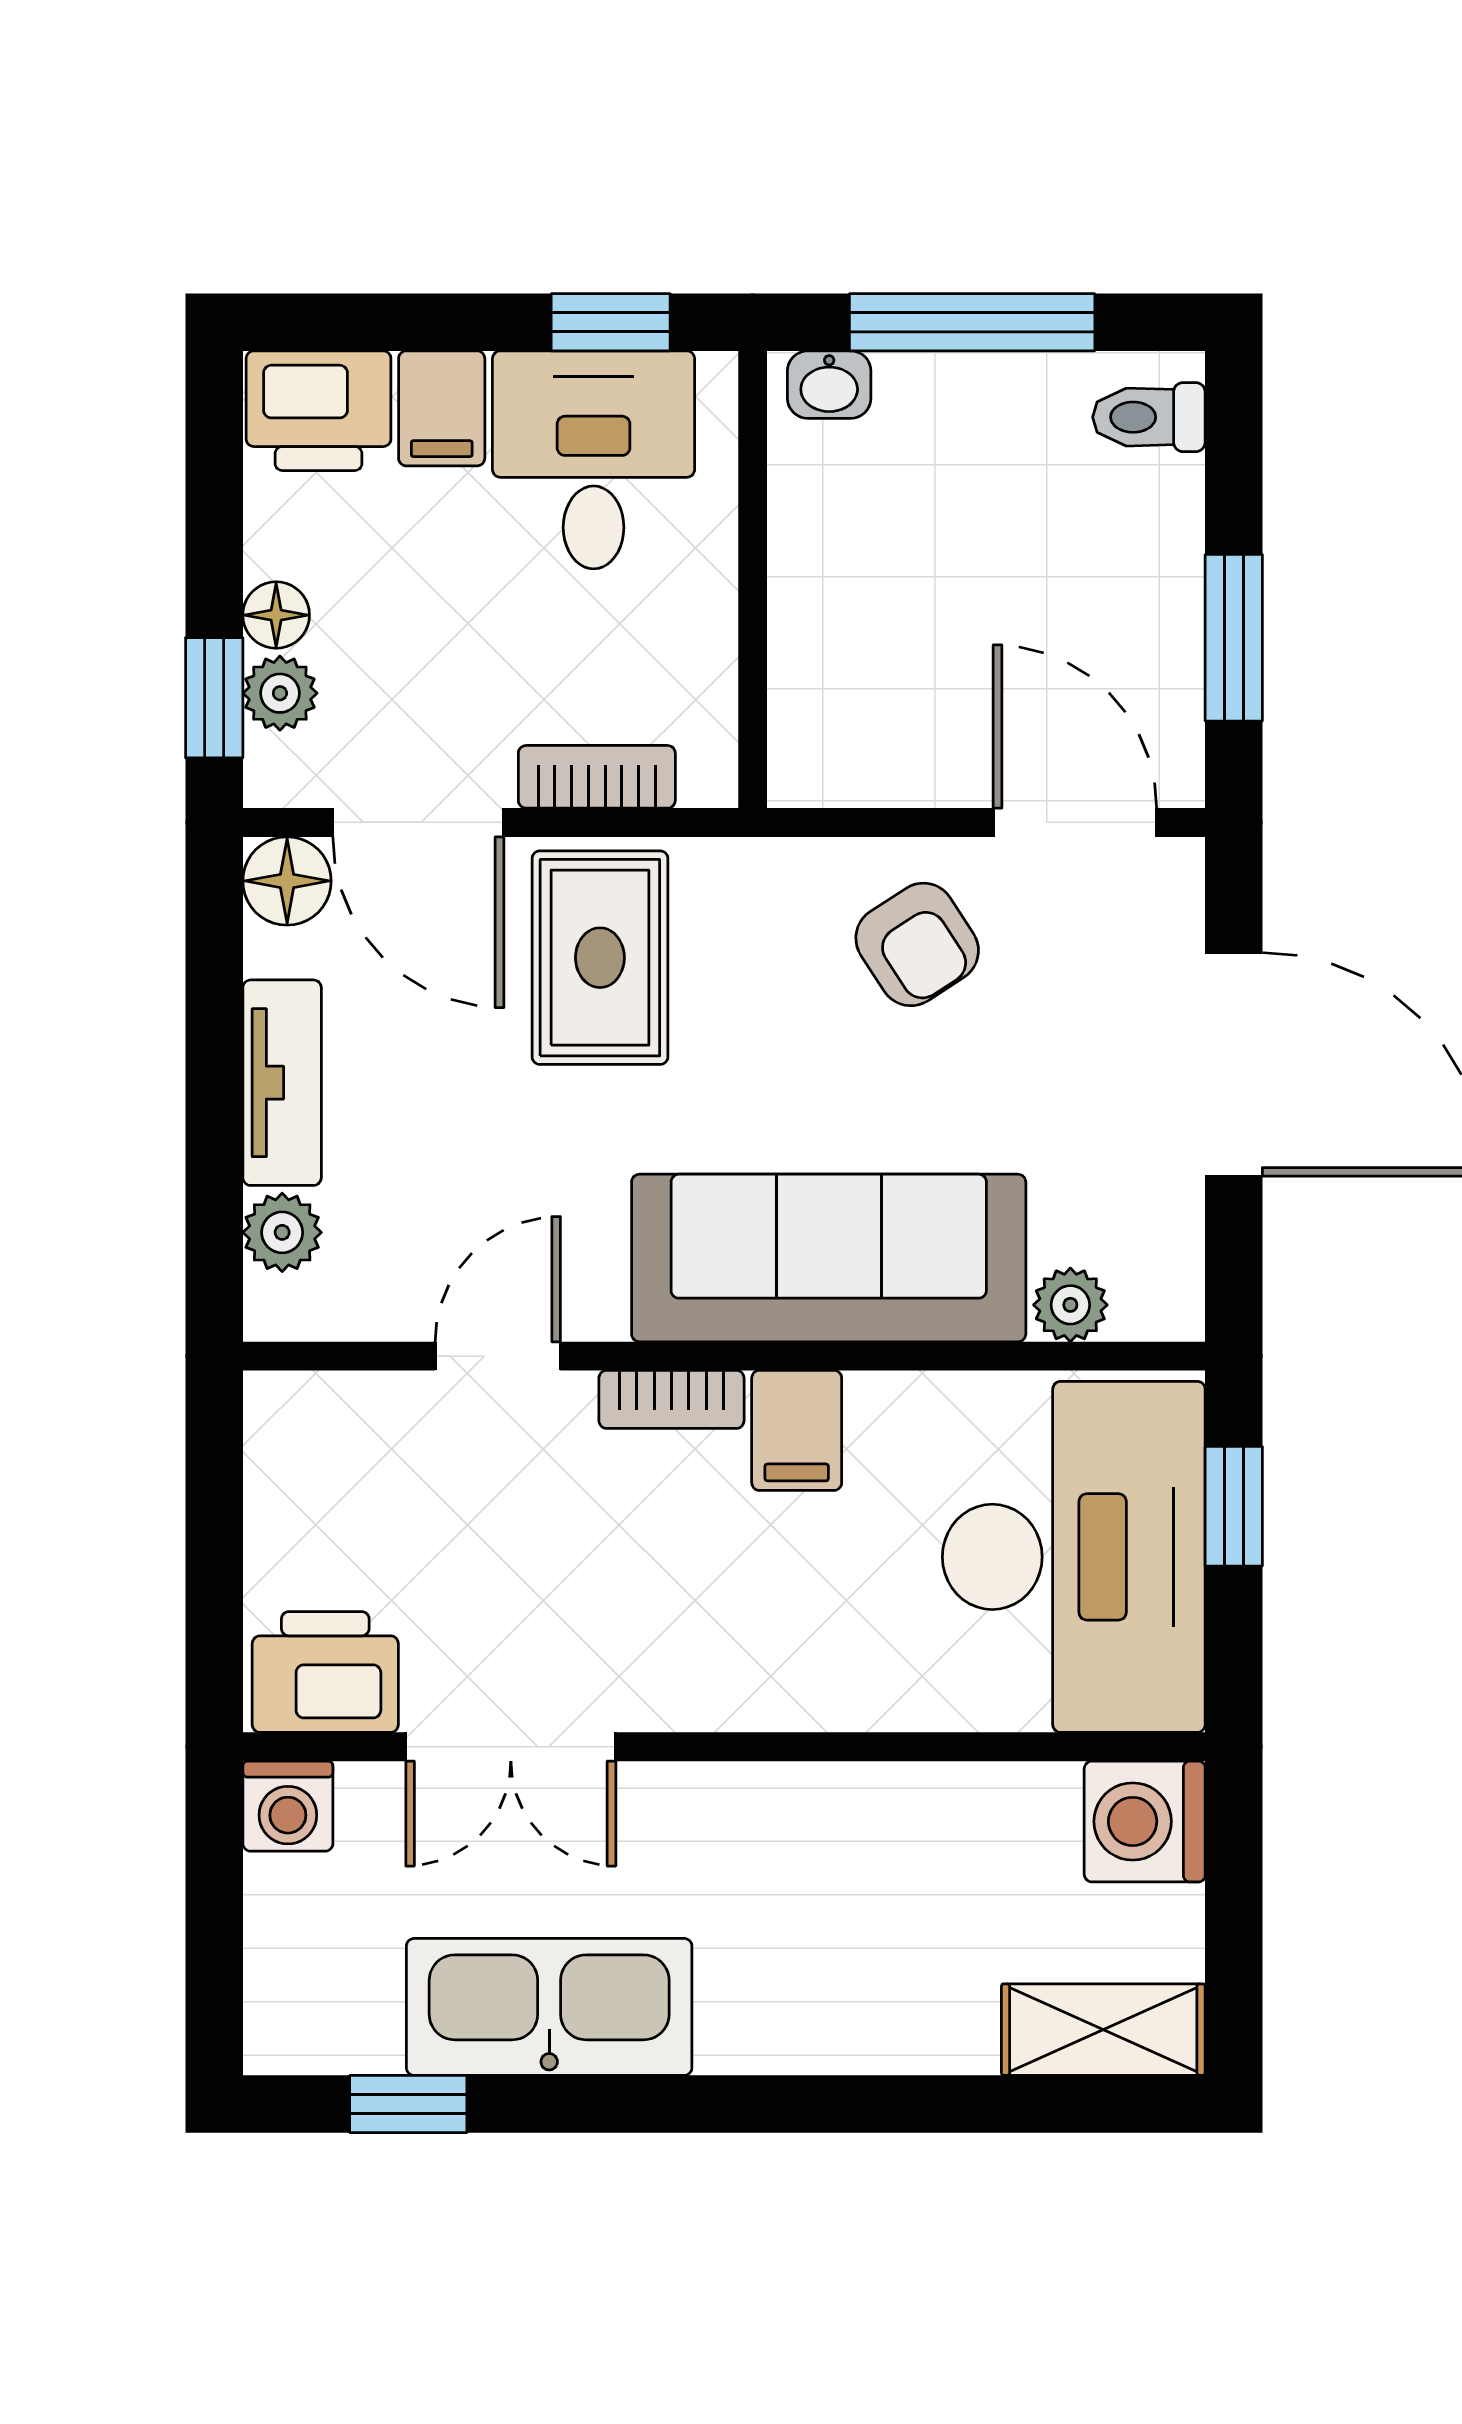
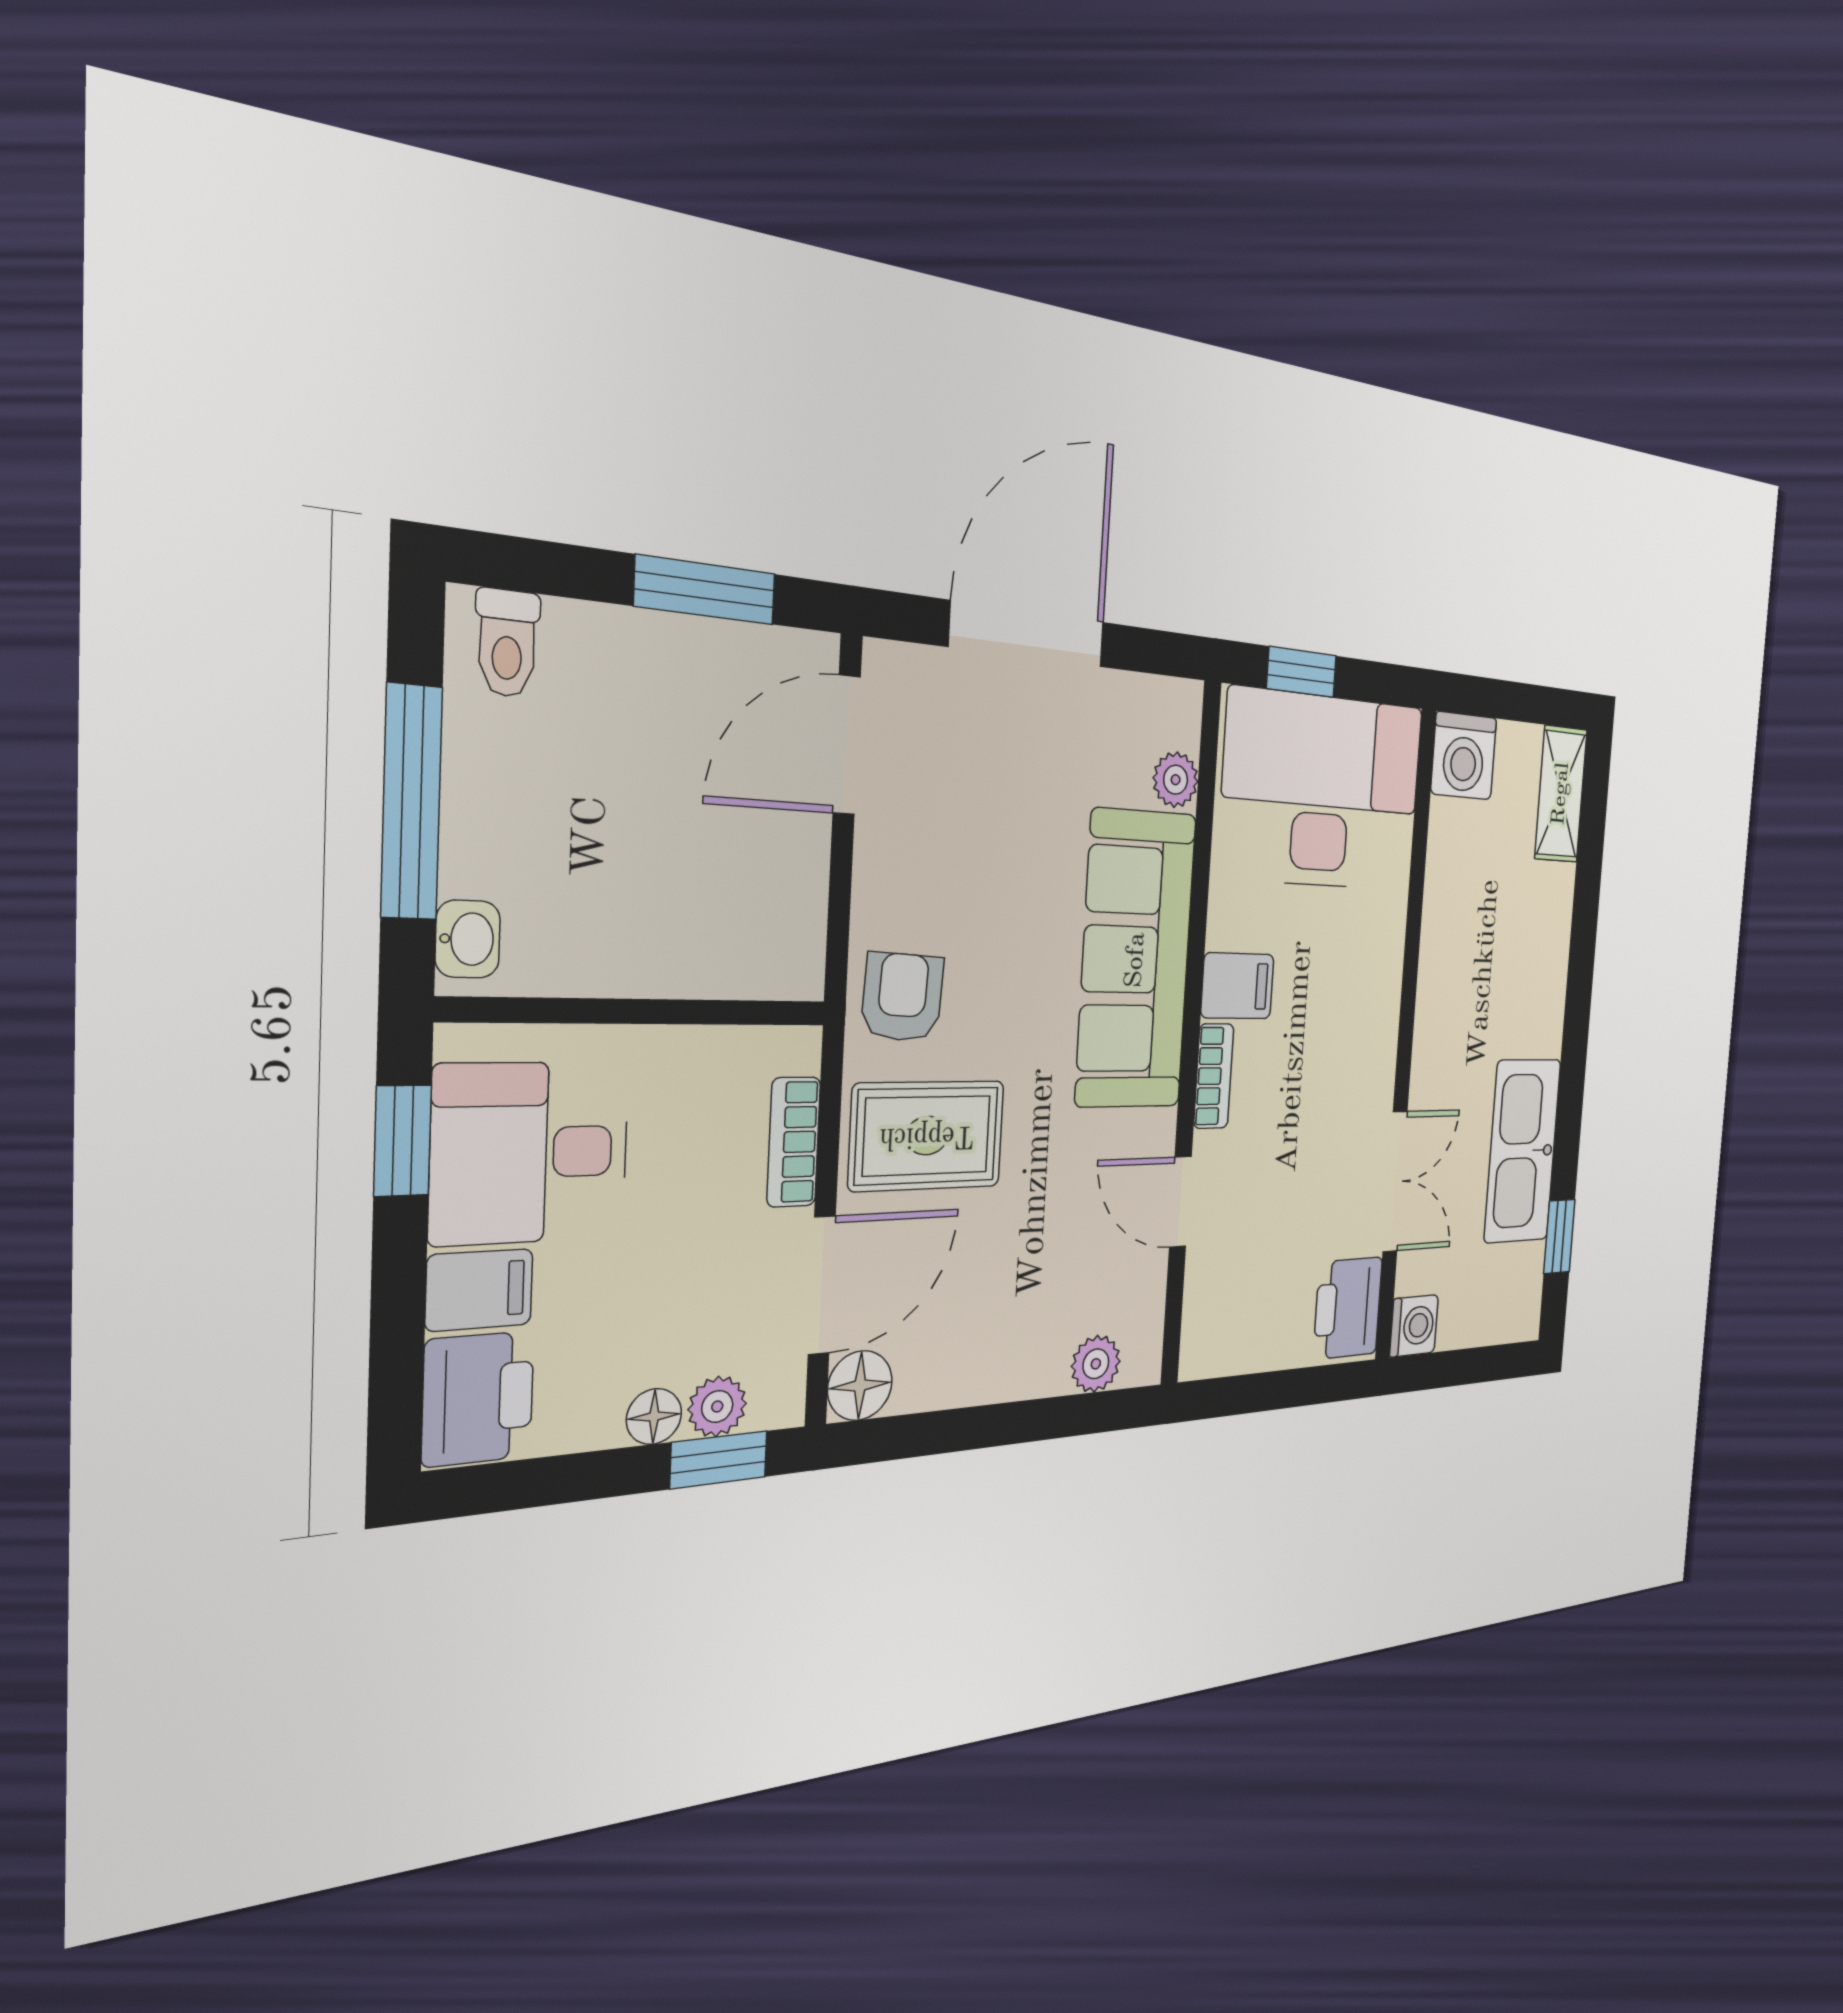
armchair: (917, 944) -> (903, 997), moved, turned -54
tv unit: (282, 1083) -> (1000, 1374), removed

